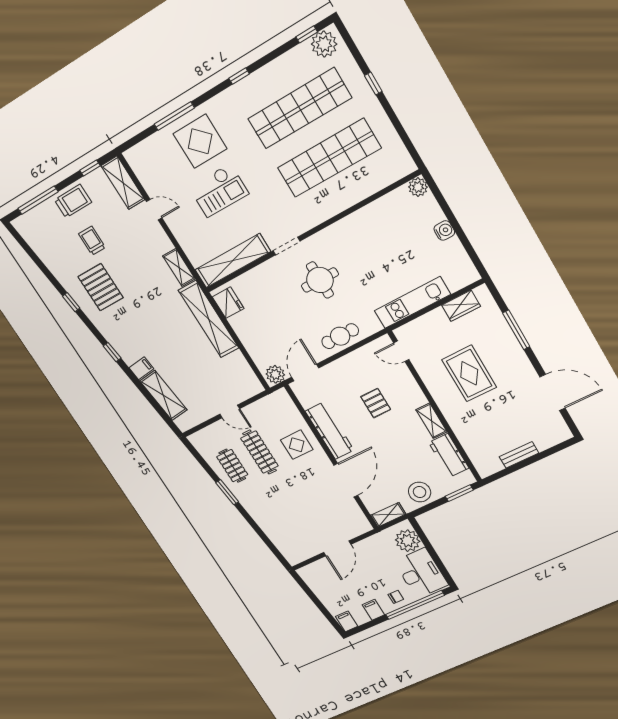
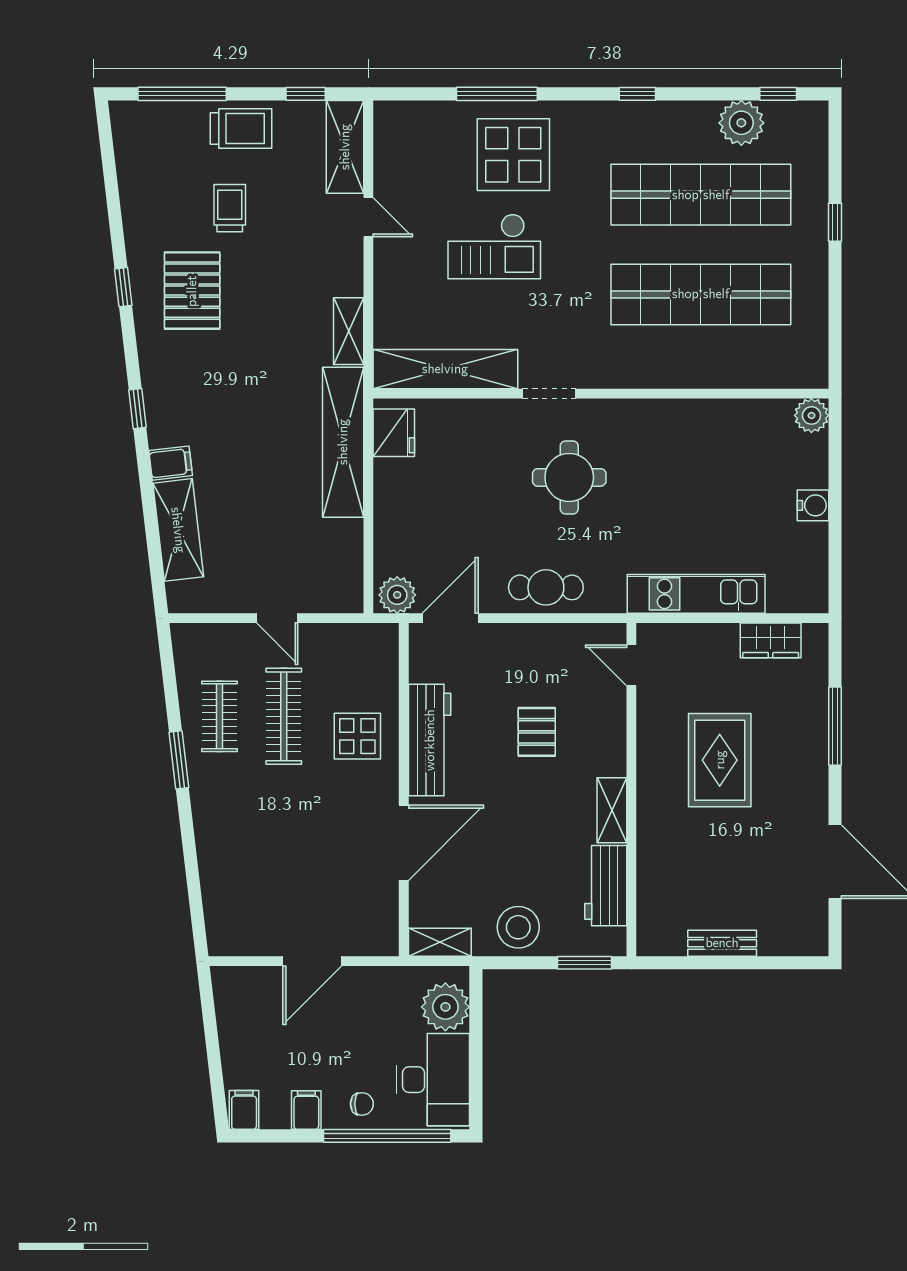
plant: (324, 44) -> (741, 123), moved

